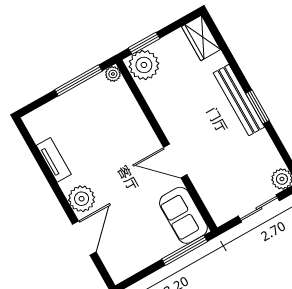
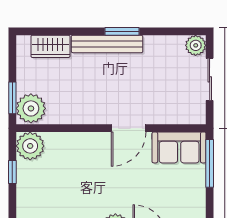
wardrobe: (201, 38) -> (50, 46), moved
plant: (113, 74) -> (30, 146), width x1.88, depth x1.88
window: (78, 80) -> (12, 172), width x0.46

